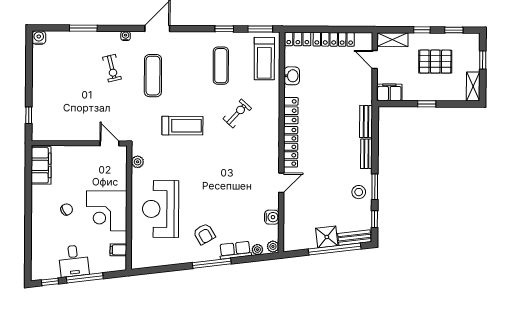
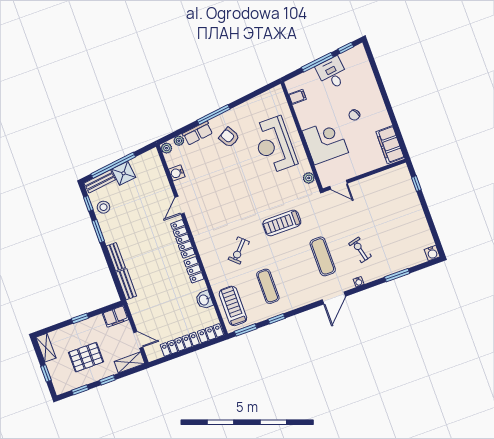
stool: (359, 192) -> (103, 207), moved
reception desk: (161, 209) -> (274, 145), turned 180
corner desk: (107, 211) -> (325, 142), moved

